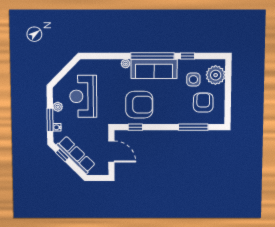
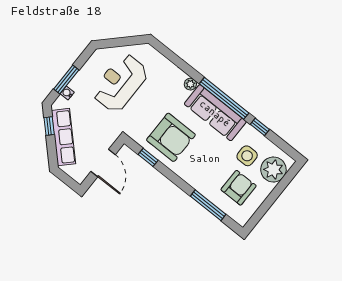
plant: (58, 107) -> (85, 72), removed

